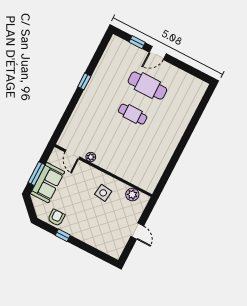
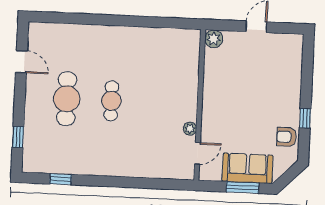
door: (158, 53) -> (21, 62), moved
window: (84, 81) -> (61, 179), moved
side table: (103, 193) -> (228, 92), removed
plant: (132, 194) -> (214, 39), moved

